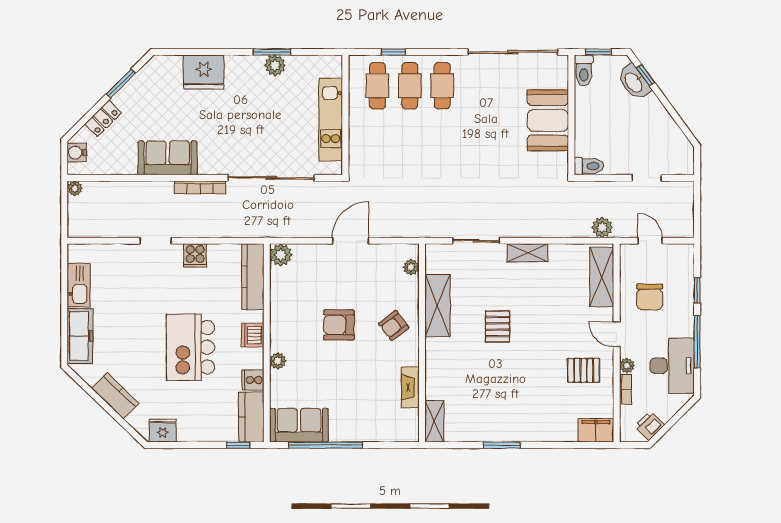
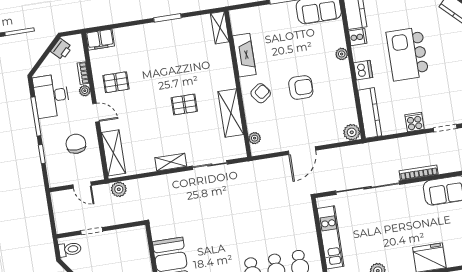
toilet: (589, 166) -> (70, 249), moved, turned 180
pallet: (497, 327) -> (184, 104), turned 90
kitchen island: (190, 347) -> (407, 54), turned 180
fireplace: (410, 387) -> (244, 55), width x1.37, depth x1.32

